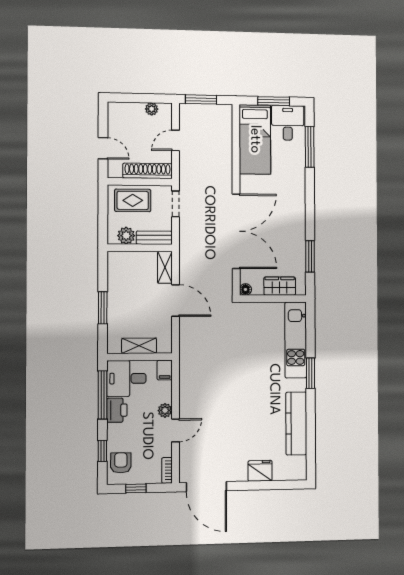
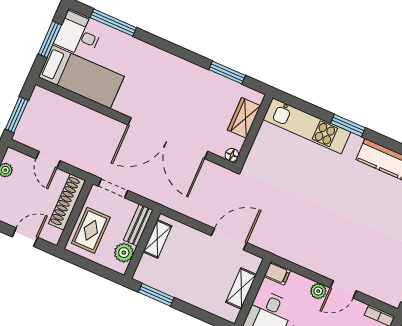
double door: (236, 231) -> (168, 138), swing flipped
shelving: (165, 267) -> (157, 239), moved, turned 90
door: (176, 301) -> (229, 239), moved
window: (103, 308) -> (156, 295), moved
door: (176, 430) -> (343, 289), swing flipped

